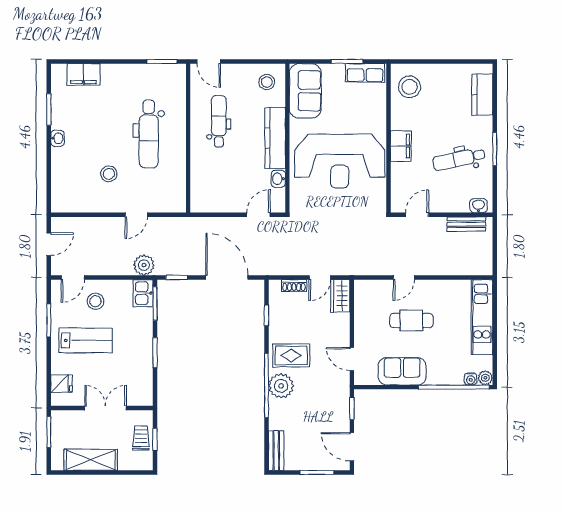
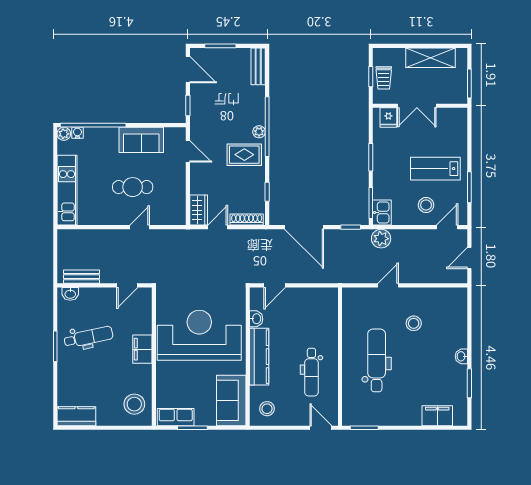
kitchen counter: (482, 95) -> (76, 416), moved, turned -90
shoe rack: (294, 286) -> (247, 220), width x1.43
fridge: (61, 384) -> (388, 118), moved, turned -90
plant: (281, 386) -> (259, 132), width x0.53, depth x0.53

